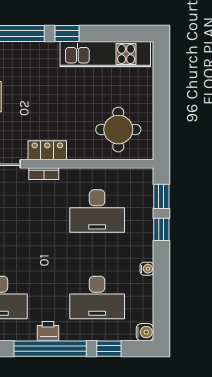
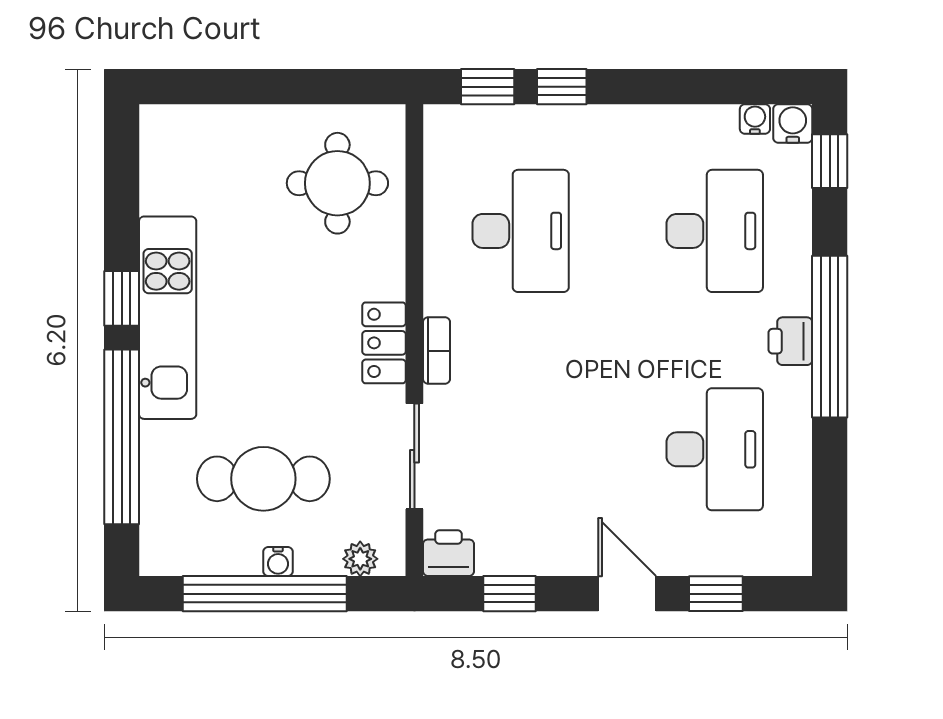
kitchen unit: (105, 54) -> (168, 318), moved
water cooler: (147, 269) -> (755, 119), moved
window: (109, 349) -> (830, 161), moved

